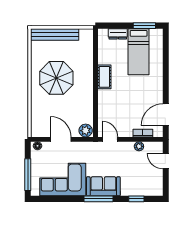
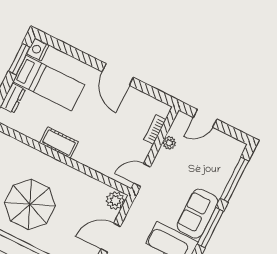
nightstand: (156, 34) -> (38, 50), added
door: (166, 115) -> (118, 75), moved
window: (136, 199) -> (234, 180), width x2.17

